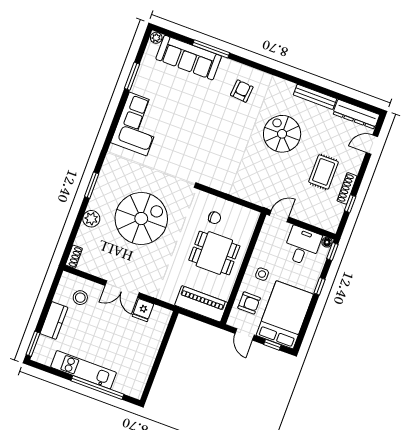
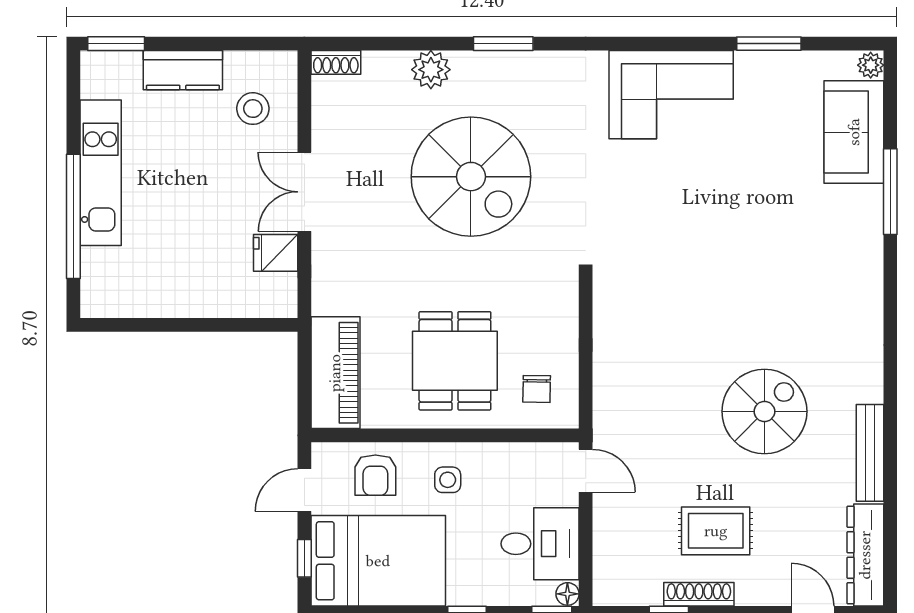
sofa: (189, 58) -> (854, 132), width x0.73
armchair: (242, 91) -> (824, 291), removed
chair: (215, 218) -> (537, 389), moved

